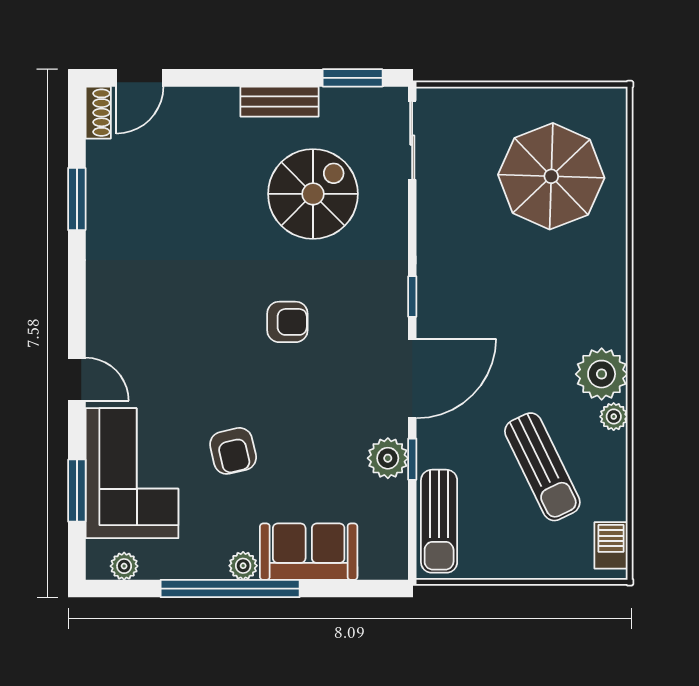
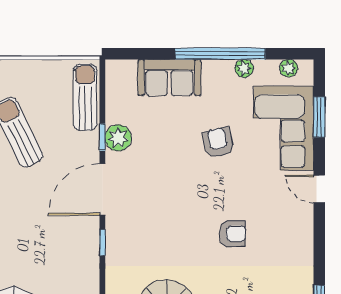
armchair: (287, 322) -> (232, 234), moved, turned 180
plant: (243, 566) -> (244, 68), moved

